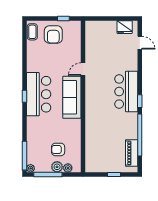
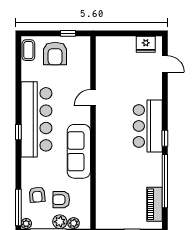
bar counter: (39, 94) -> (36, 119), width x1.36
sofa: (72, 97) -> (79, 151), moved
armchair: (39, 146) -> (37, 195), added

